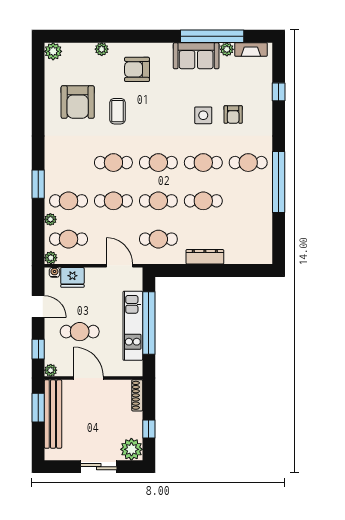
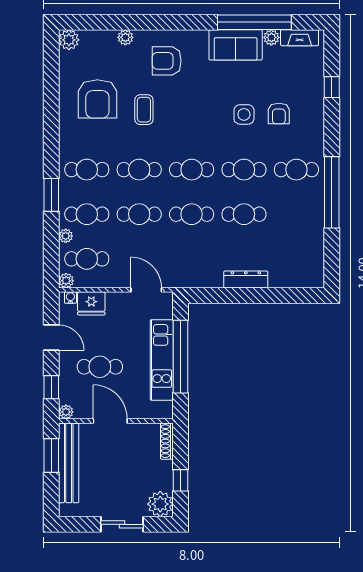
cafe table: (158, 239) -> (87, 170), moved

